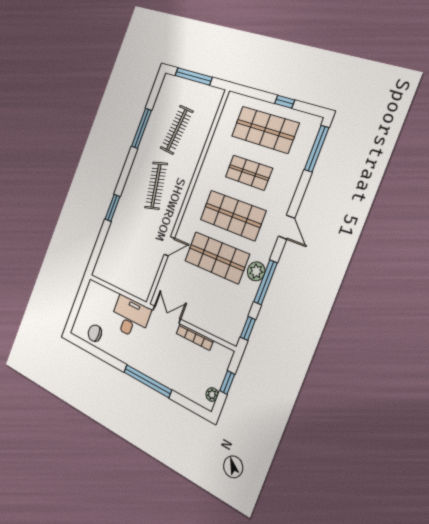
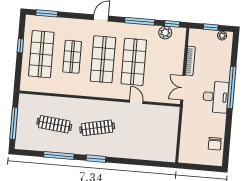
window: (317, 149) -> (47, 13), width x0.69
window: (112, 208) -> (96, 159), moved
plant: (256, 271) -> (165, 33), moved
desk: (130, 317) -> (216, 97), moved, turned 180

